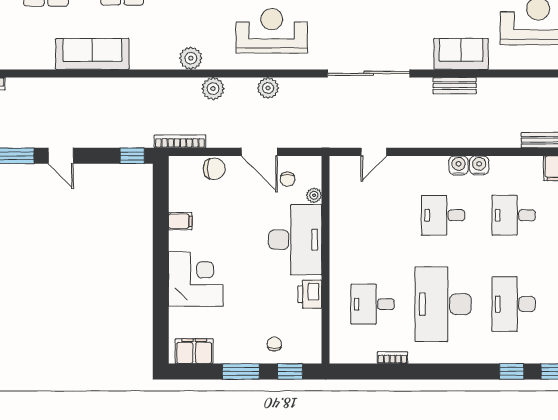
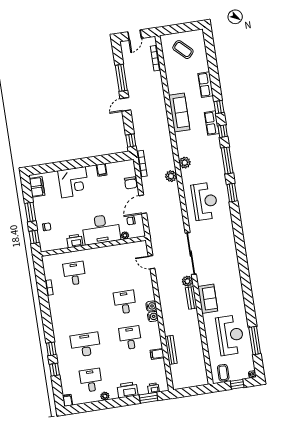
plant: (268, 88) -> (187, 281), moved
desk: (443, 304) -> (80, 309), removed

